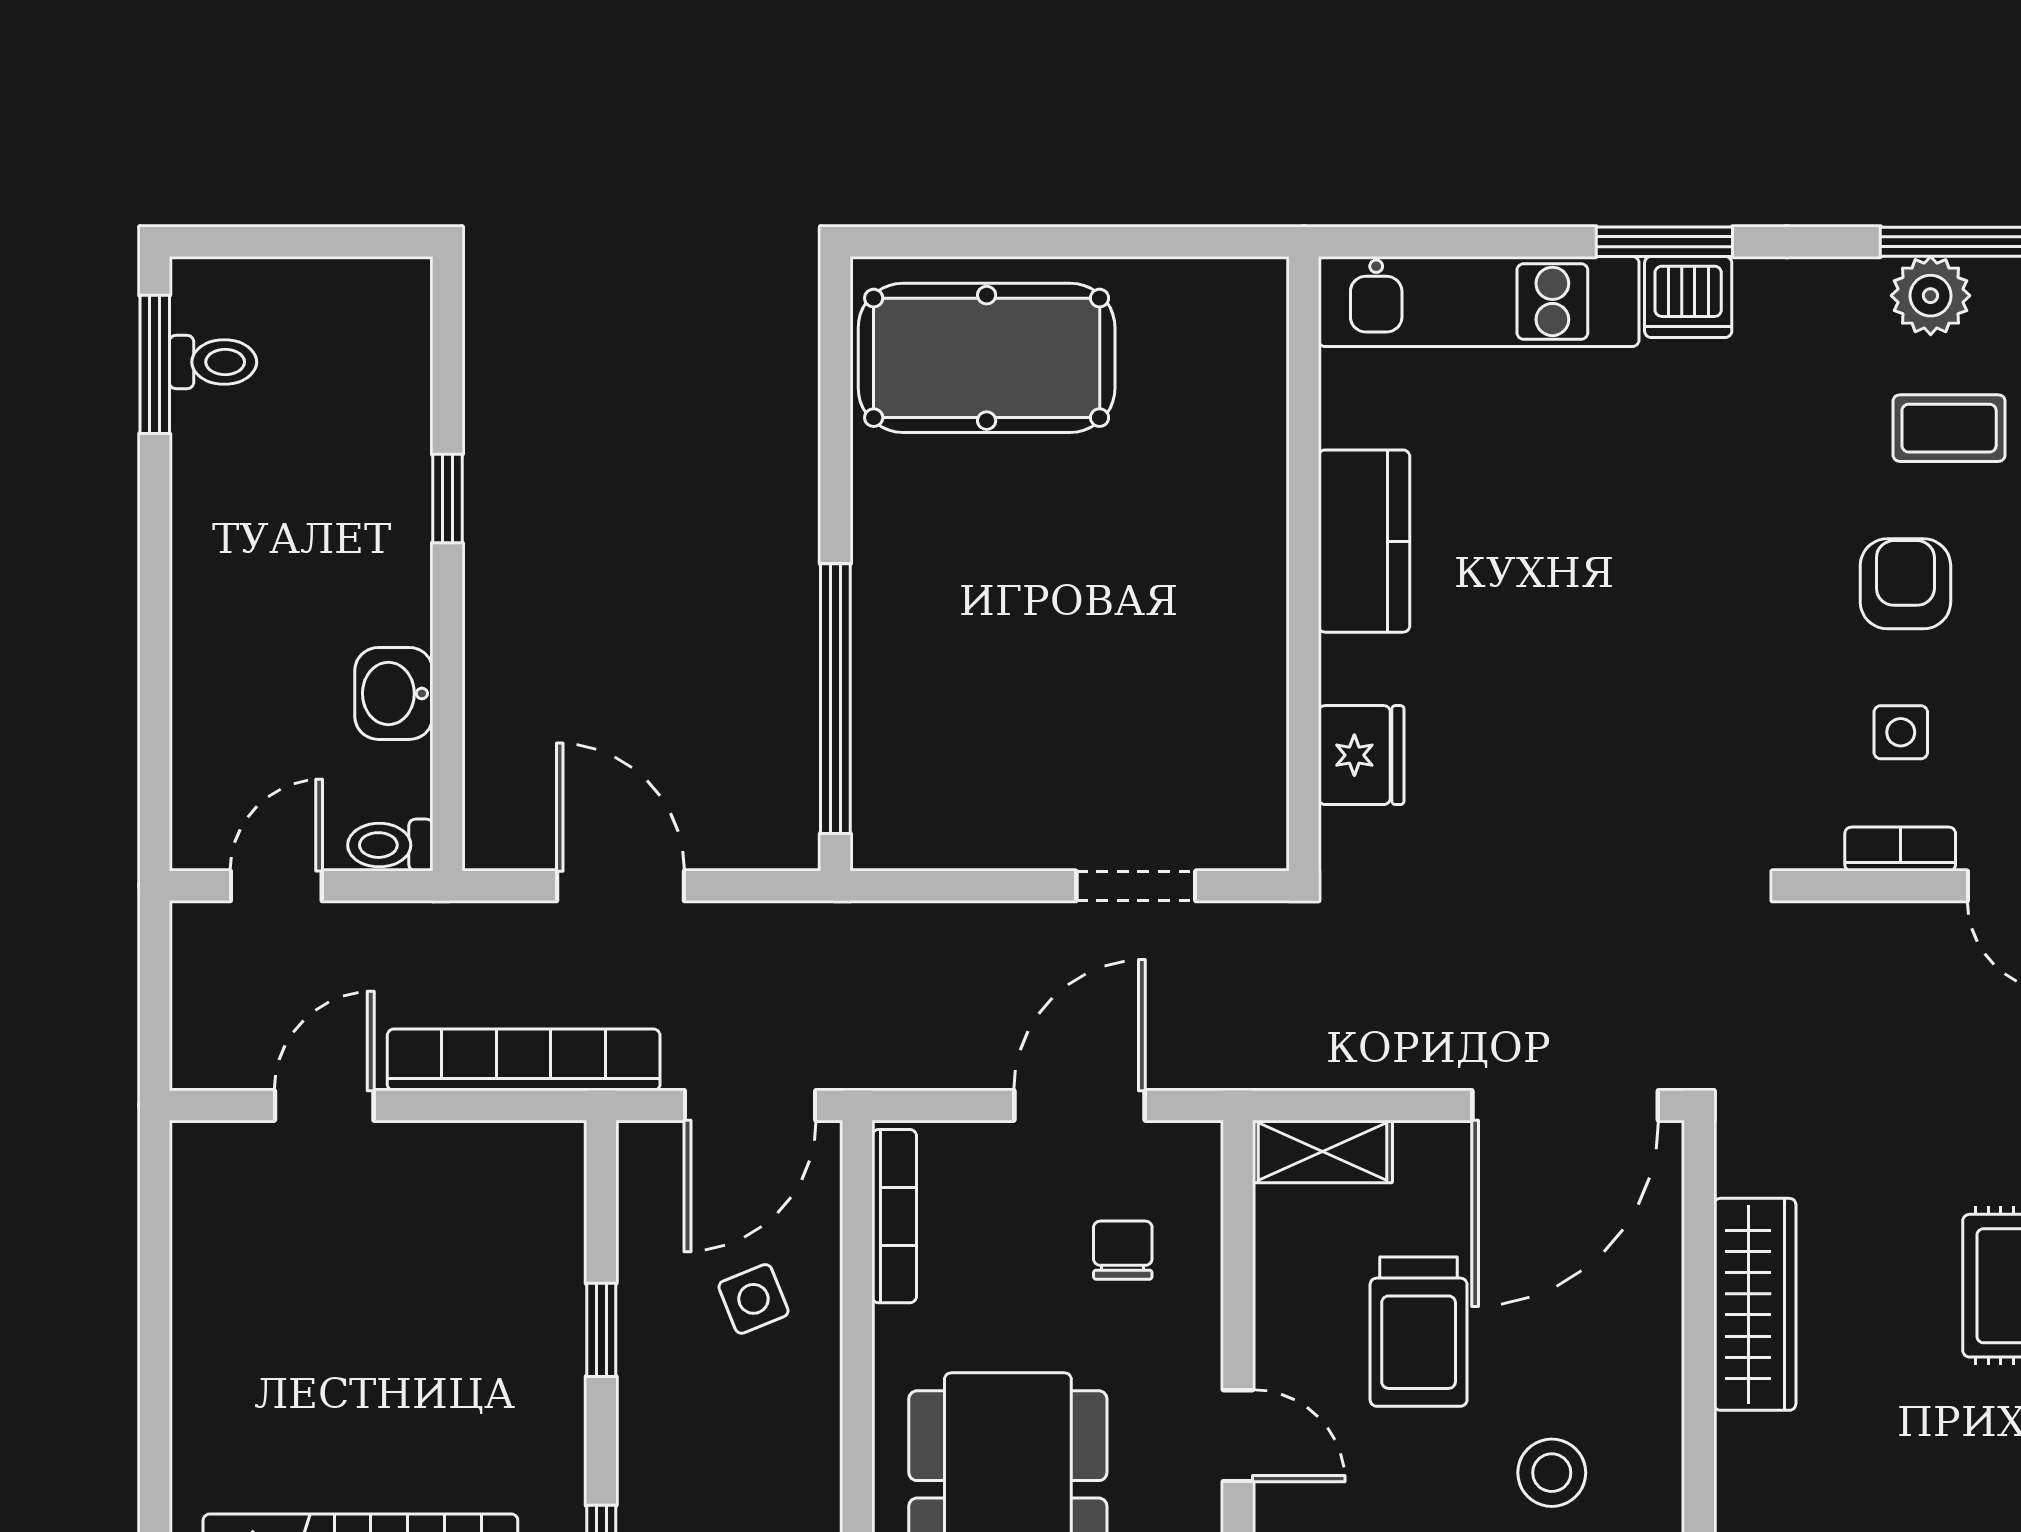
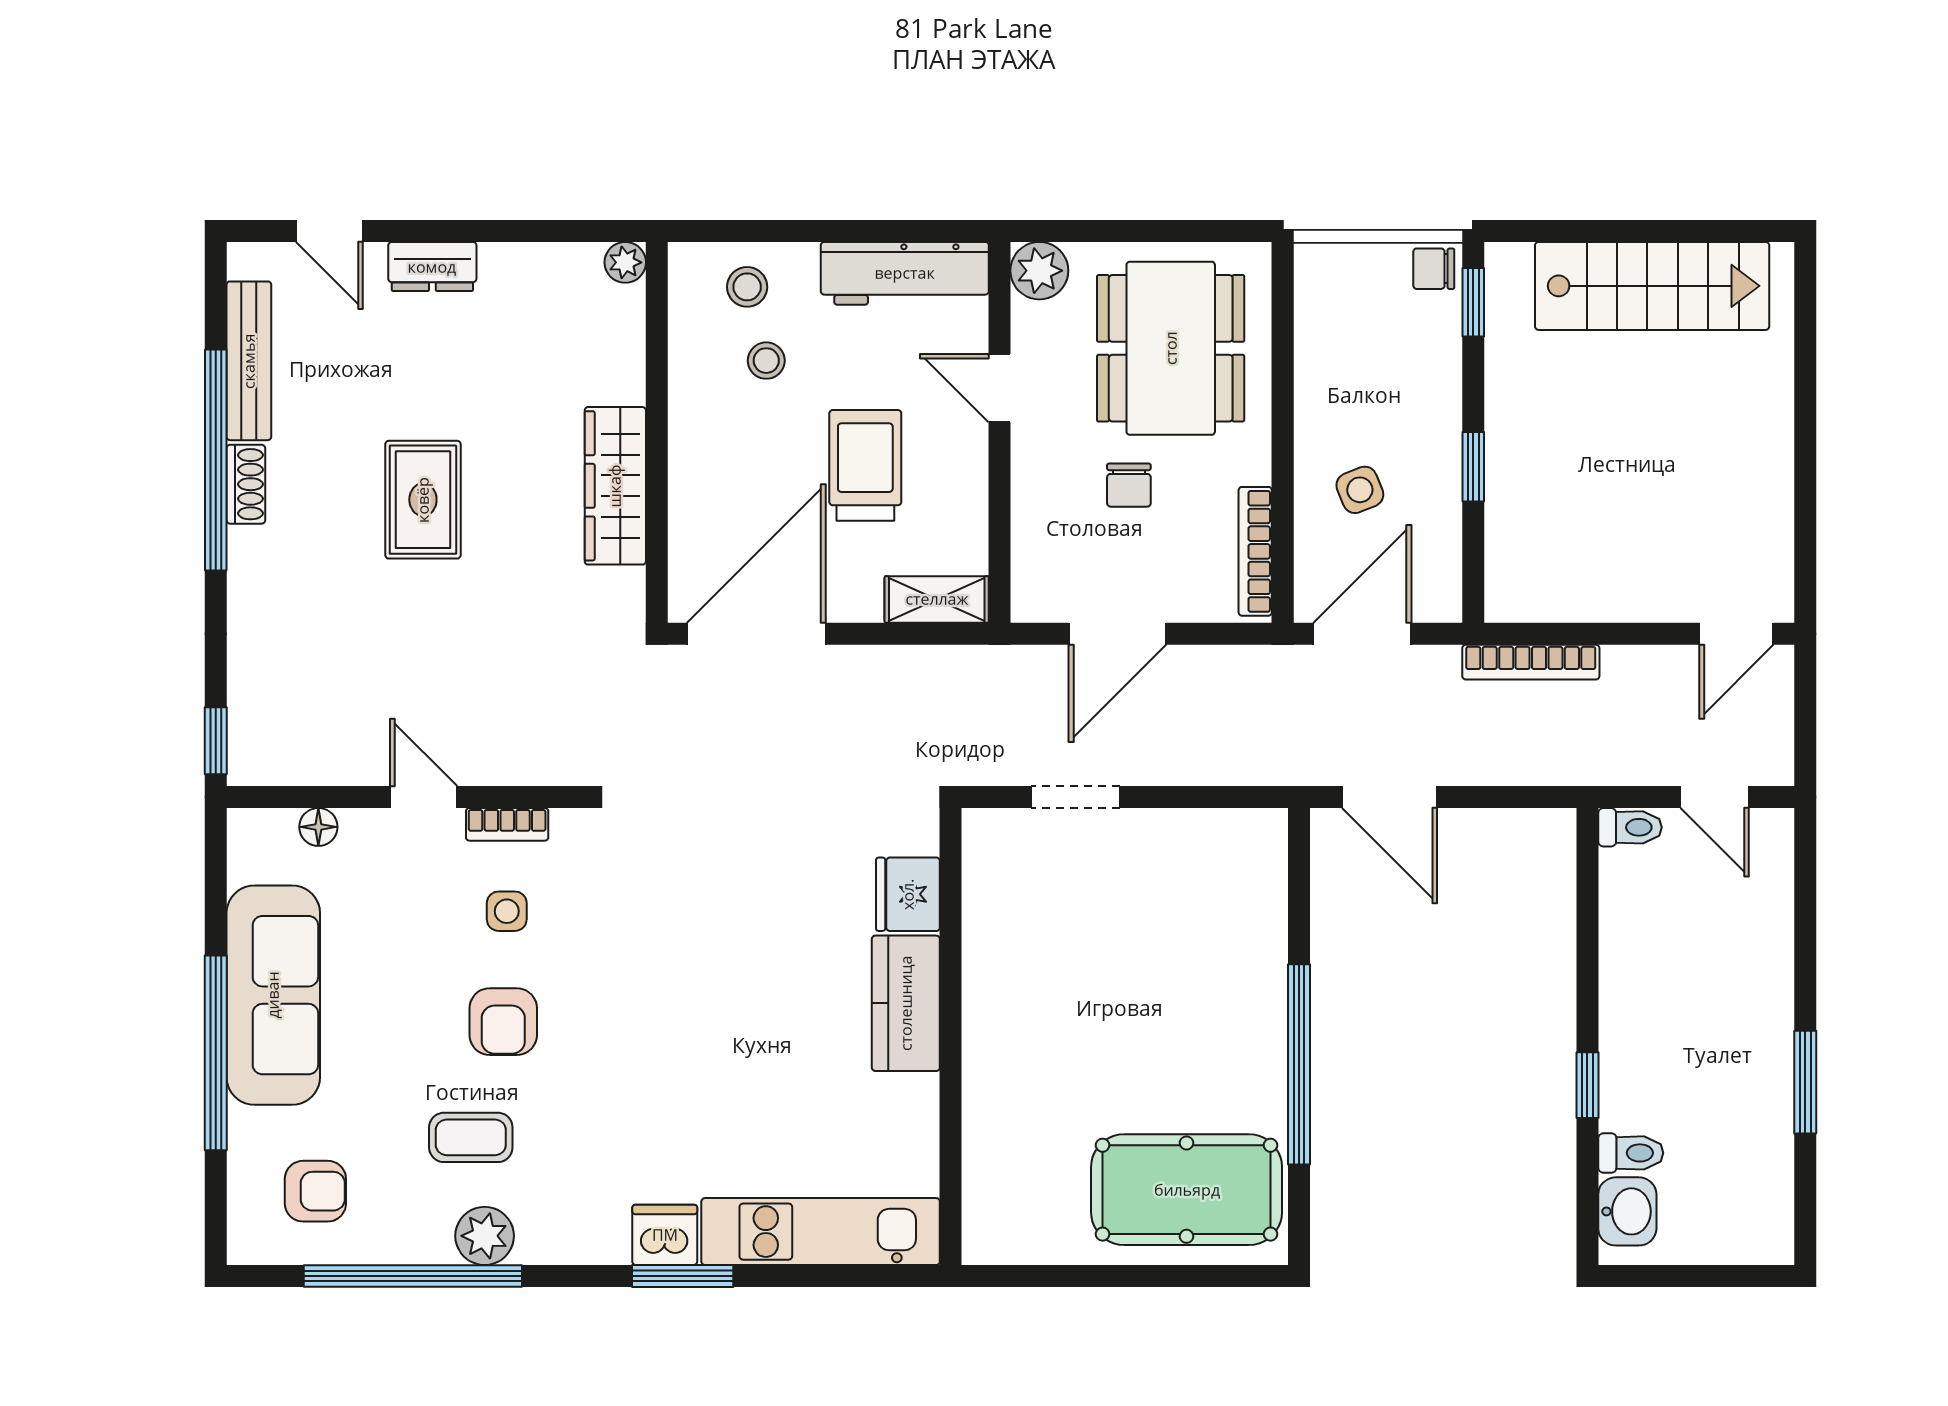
toilet: (213, 362) -> (1631, 1153), moved, turned 180
window: (155, 364) -> (1805, 1082), moved
kitchen counter: (1364, 541) -> (906, 1003), moved
washbasin: (394, 693) -> (1627, 1211), moved
window: (835, 699) -> (1299, 1064), moved
door: (276, 886) -> (1715, 797), hinge flipped
door: (621, 886) -> (1390, 797), moved
bookcase: (524, 1060) -> (1531, 662), width x0.68, depth x0.76
door: (324, 1105) -> (1736, 634), moved
chair: (1123, 1250) -> (1129, 485), moved
stool: (1552, 1473) -> (766, 361), width x0.73, depth x0.73

